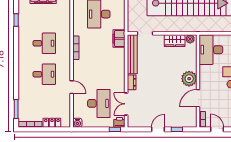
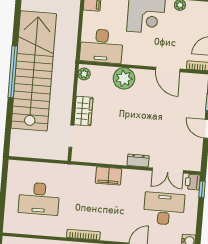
filing cabinet: (119, 39) -> (108, 176), moved
wardrobe: (175, 41) -> (83, 111), moved
bench: (132, 54) -> (99, 156), removed
plant: (189, 79) -> (124, 78), moved

